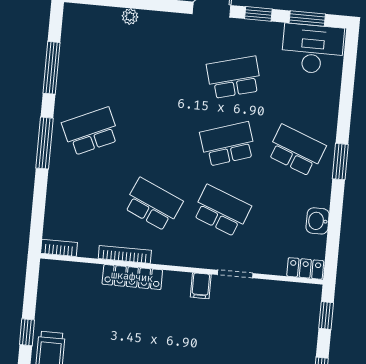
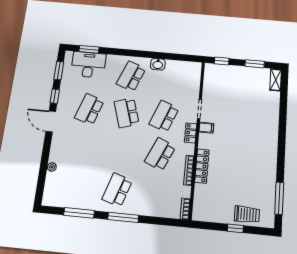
desk: (313, 49) -> (88, 65), moved, turned 90
school desk: (234, 77) -> (89, 109), turned 33
school desk: (91, 131) -> (117, 190), turned 42
window: (340, 162) -> (89, 49), moved
washbasin: (318, 221) -> (158, 64), moved
locker: (305, 268) -> (191, 133), moved

